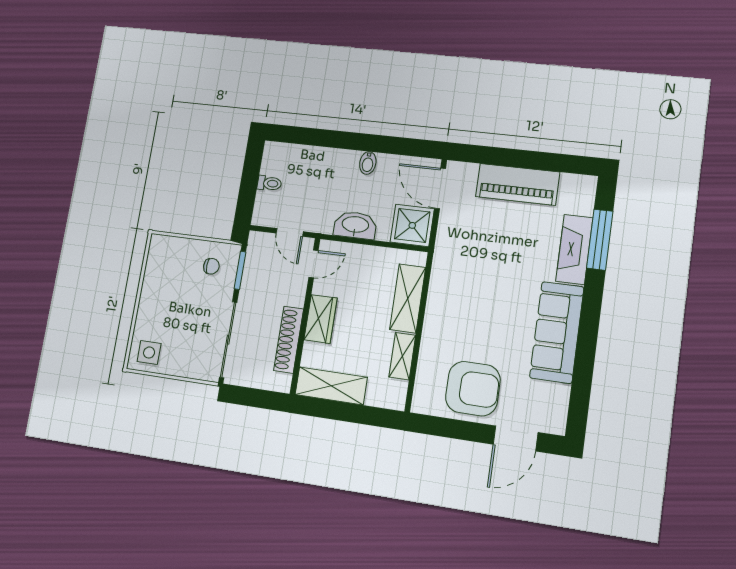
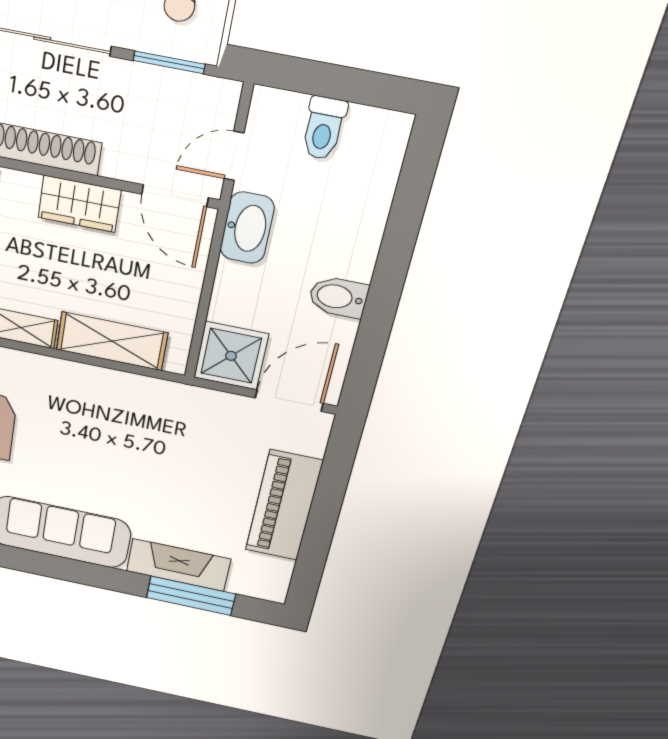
bidet: (368, 163) -> (338, 297), width x1.38, depth x1.36
toilet: (269, 183) -> (324, 128), width x1.37, depth x1.39
washbasin: (355, 225) -> (247, 228), moved
door: (314, 264) -> (175, 196), width x1.38

